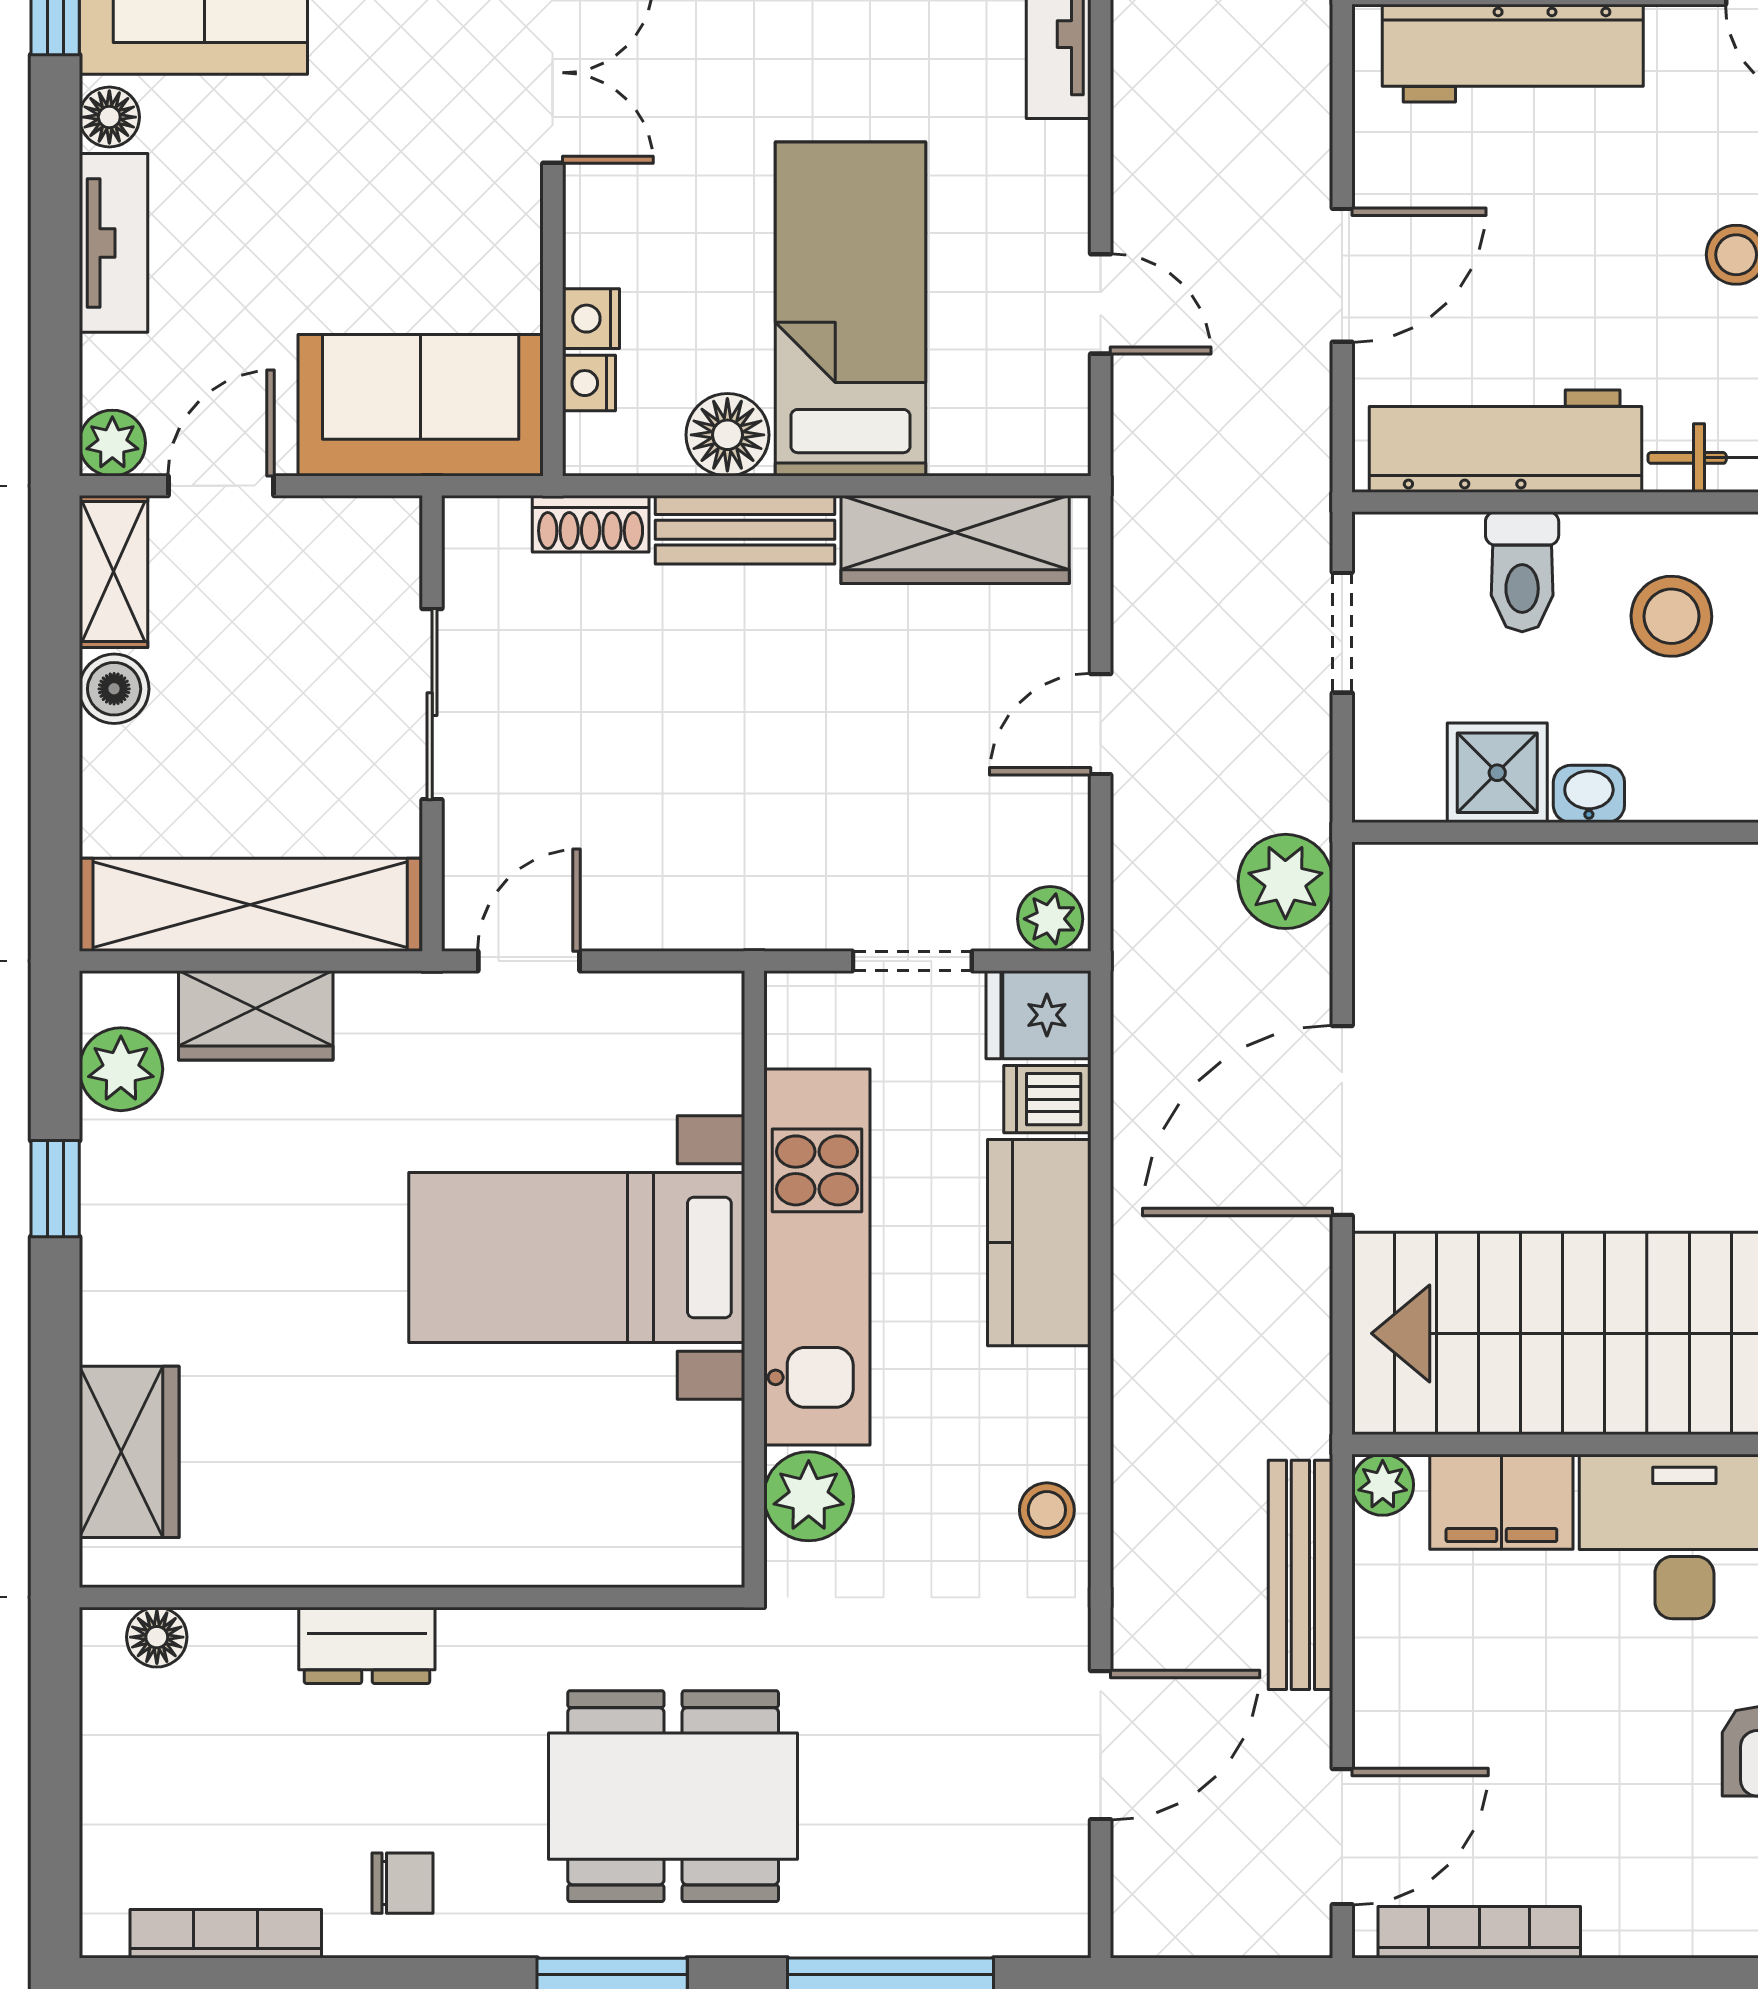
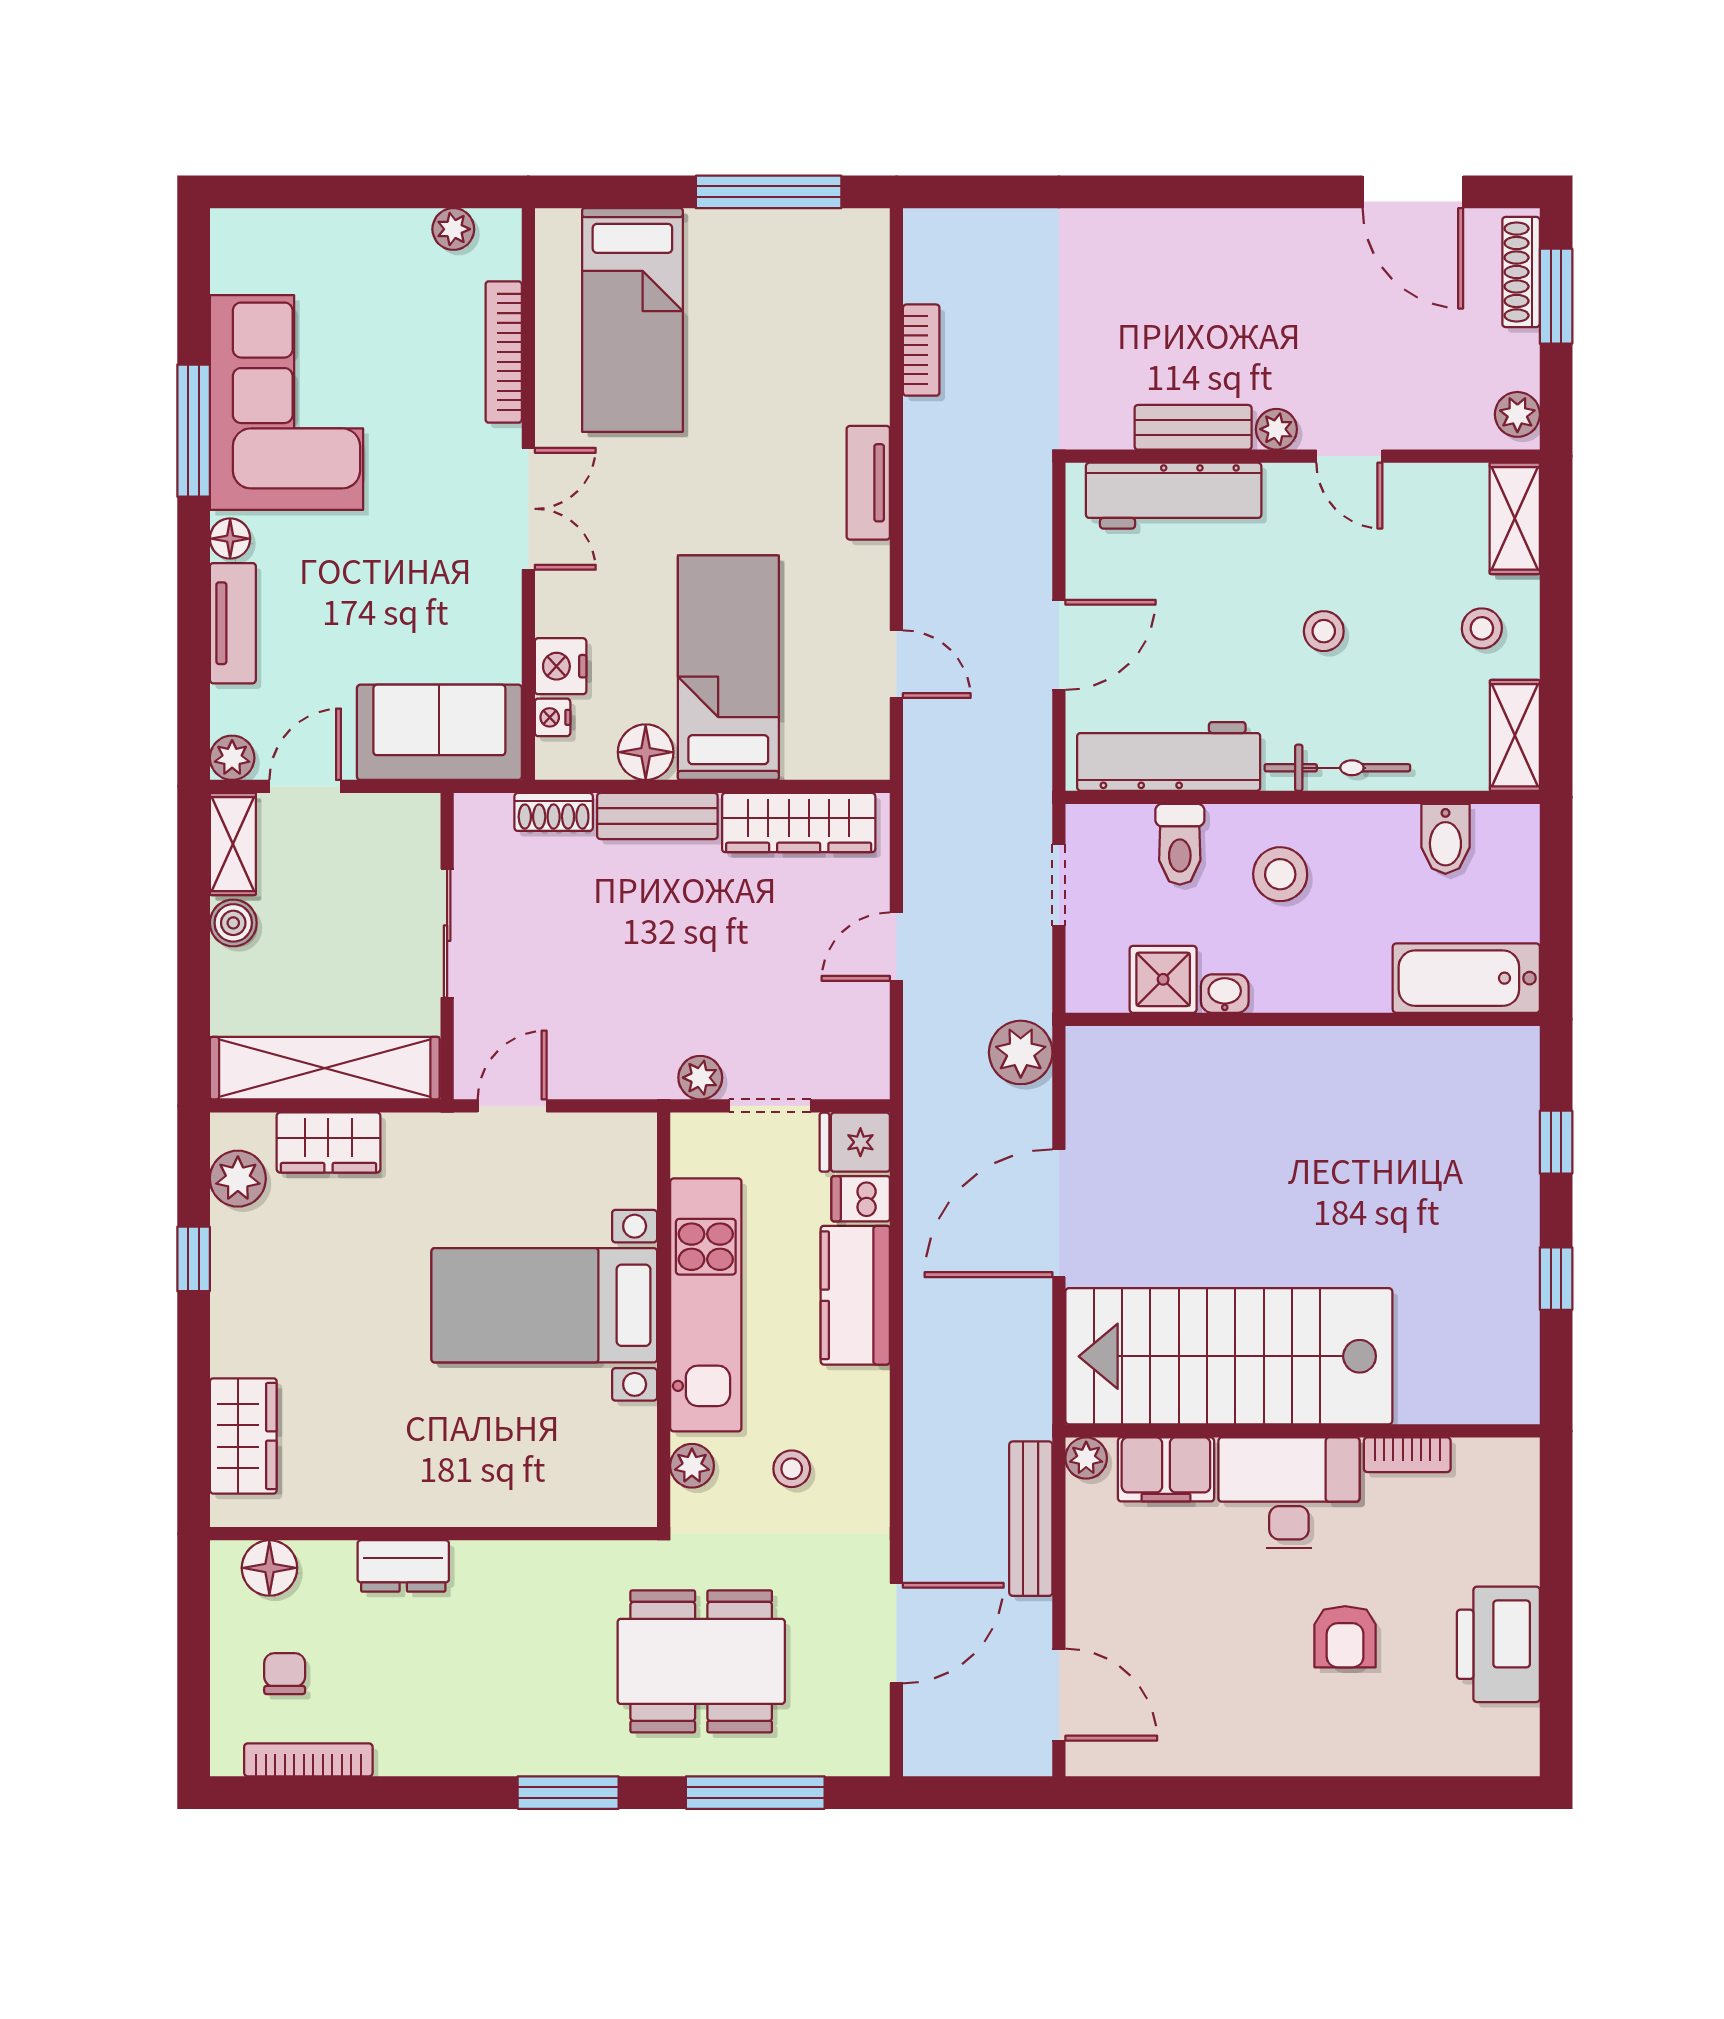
nightstand: (591, 319) -> (561, 666), width x1.39, depth x1.35
plant: (1050, 919) -> (700, 1078), moved
plant: (809, 1496) -> (692, 1466), width x0.73, depth x0.73
stool: (1047, 1510) -> (792, 1469), moved
floor lamp: (157, 1637) -> (269, 1568), width x1.37, depth x1.37
dining table: (673, 1796) -> (701, 1661), moved
door: (1342, 1837) -> (1059, 1695), hinge flipped
chair: (402, 1883) -> (285, 1674), moved, turned -90
bookcase: (1479, 1932) -> (1151, 1759), removed

